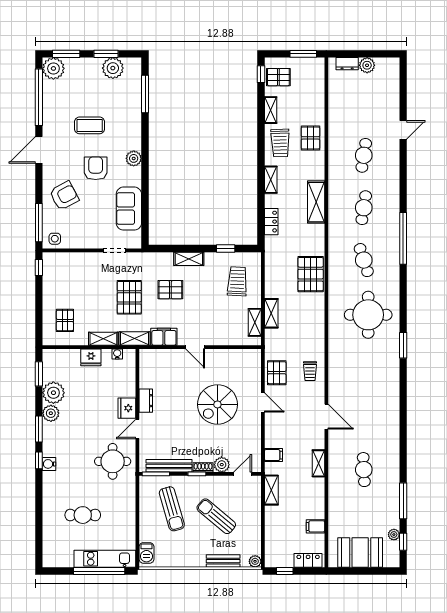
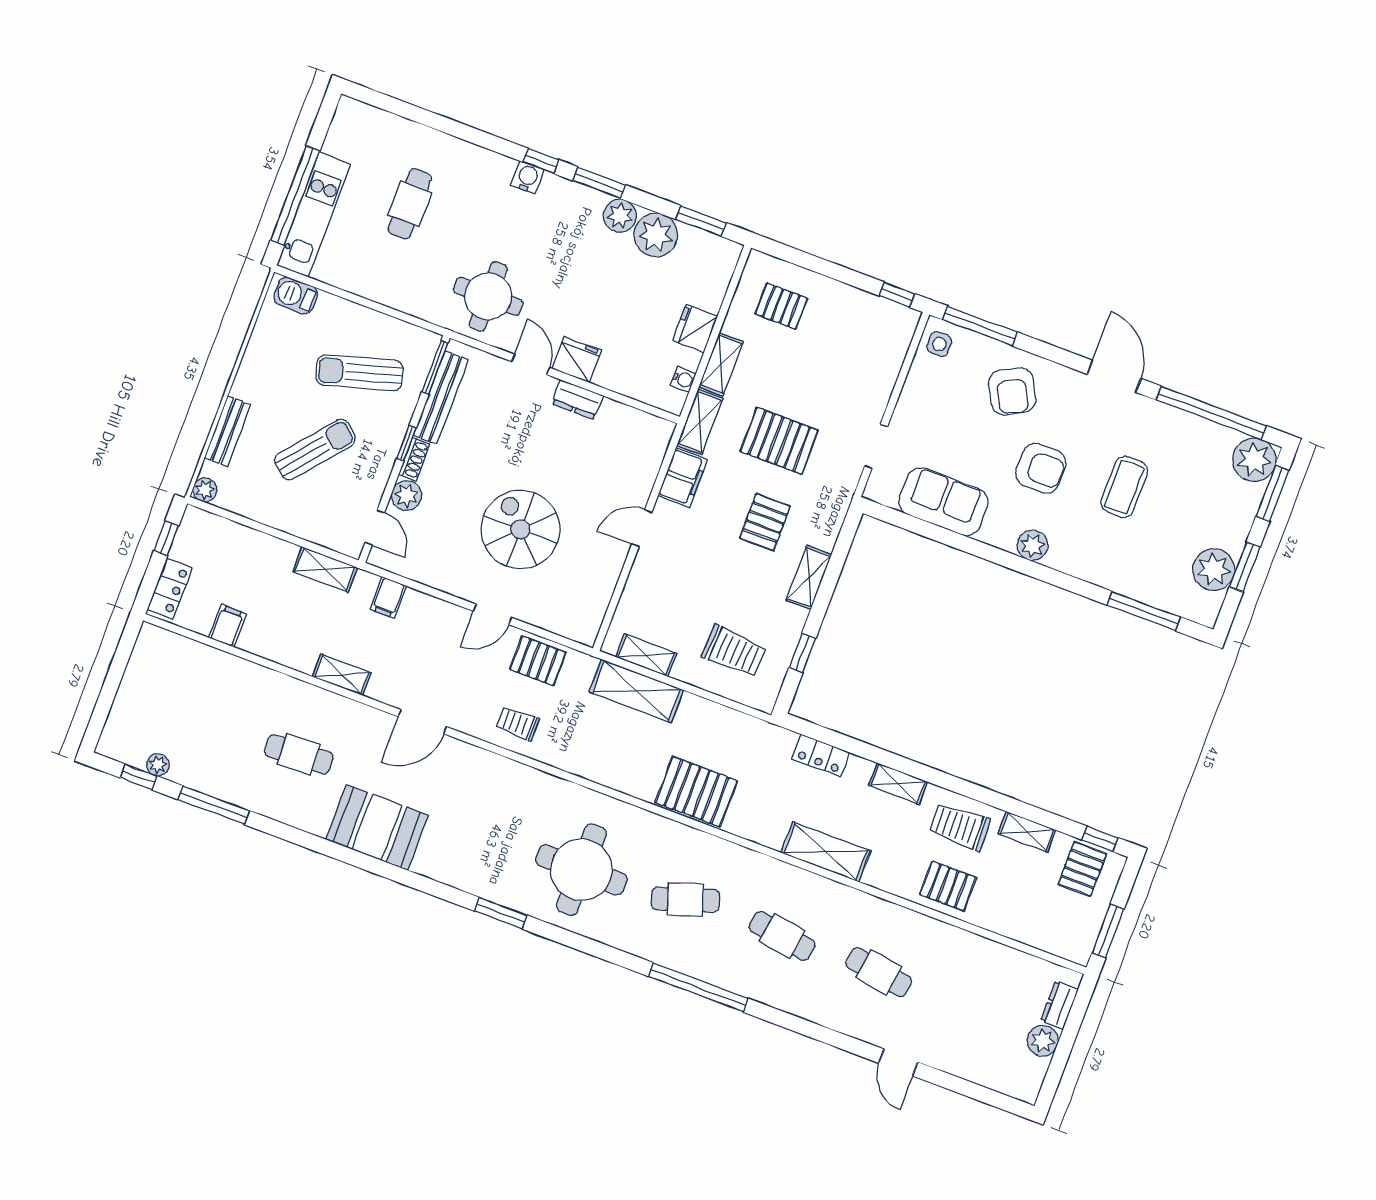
shelving: (271, 313) -> (636, 691), width x1.50, depth x1.33
booth: (360, 552) -> (377, 827), moved, turned 90

